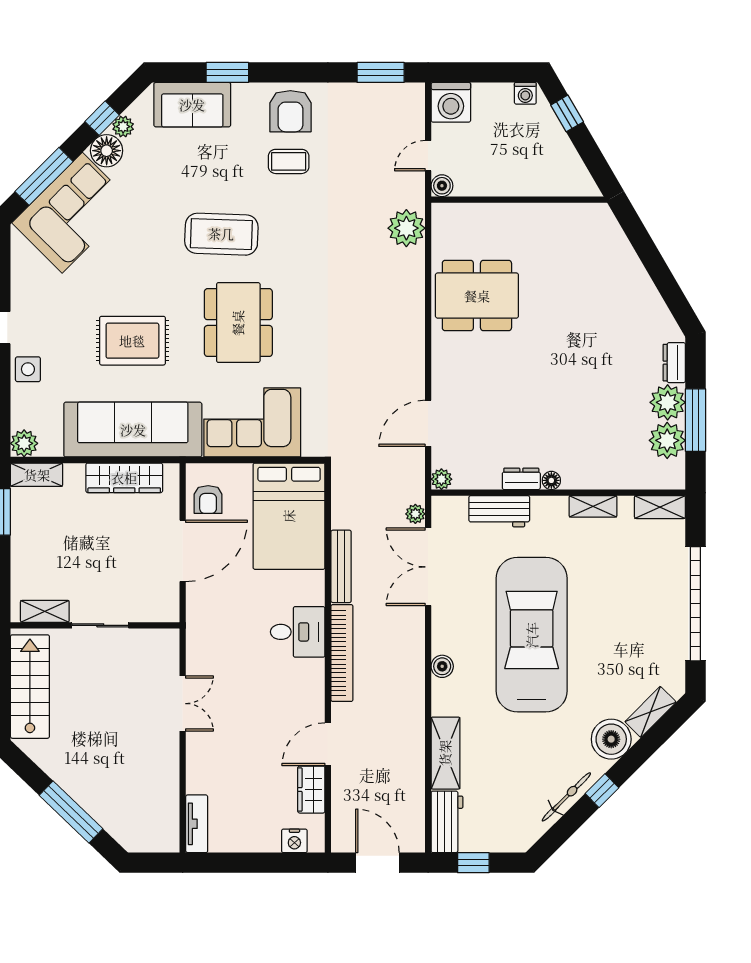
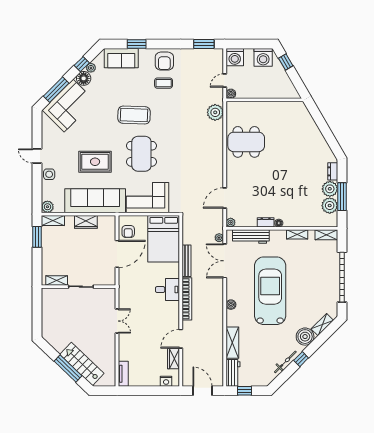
washing machine: (525, 93) -> (263, 57), width x1.89, depth x1.89
wardrobe: (124, 478) -> (86, 222), width x0.67
workbench: (499, 511) -> (251, 237), width x1.38
stairs: (30, 687) -> (82, 364), moved, turned -46

